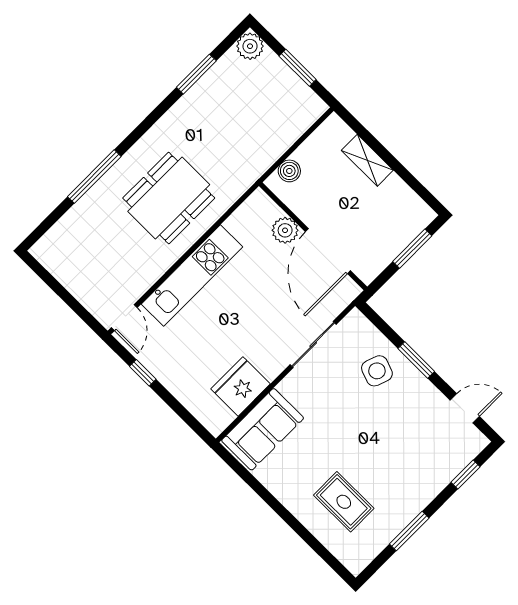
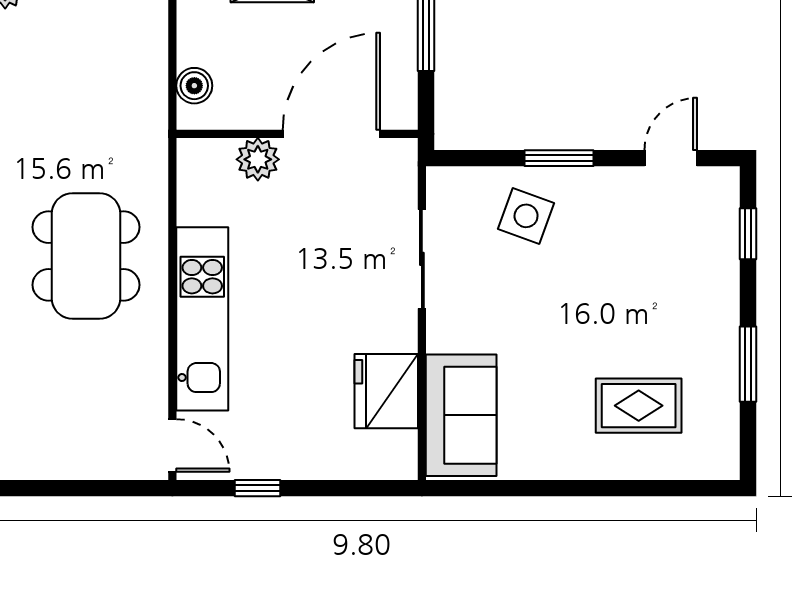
door: (328, 251) -> (331, 134), swing flipped

